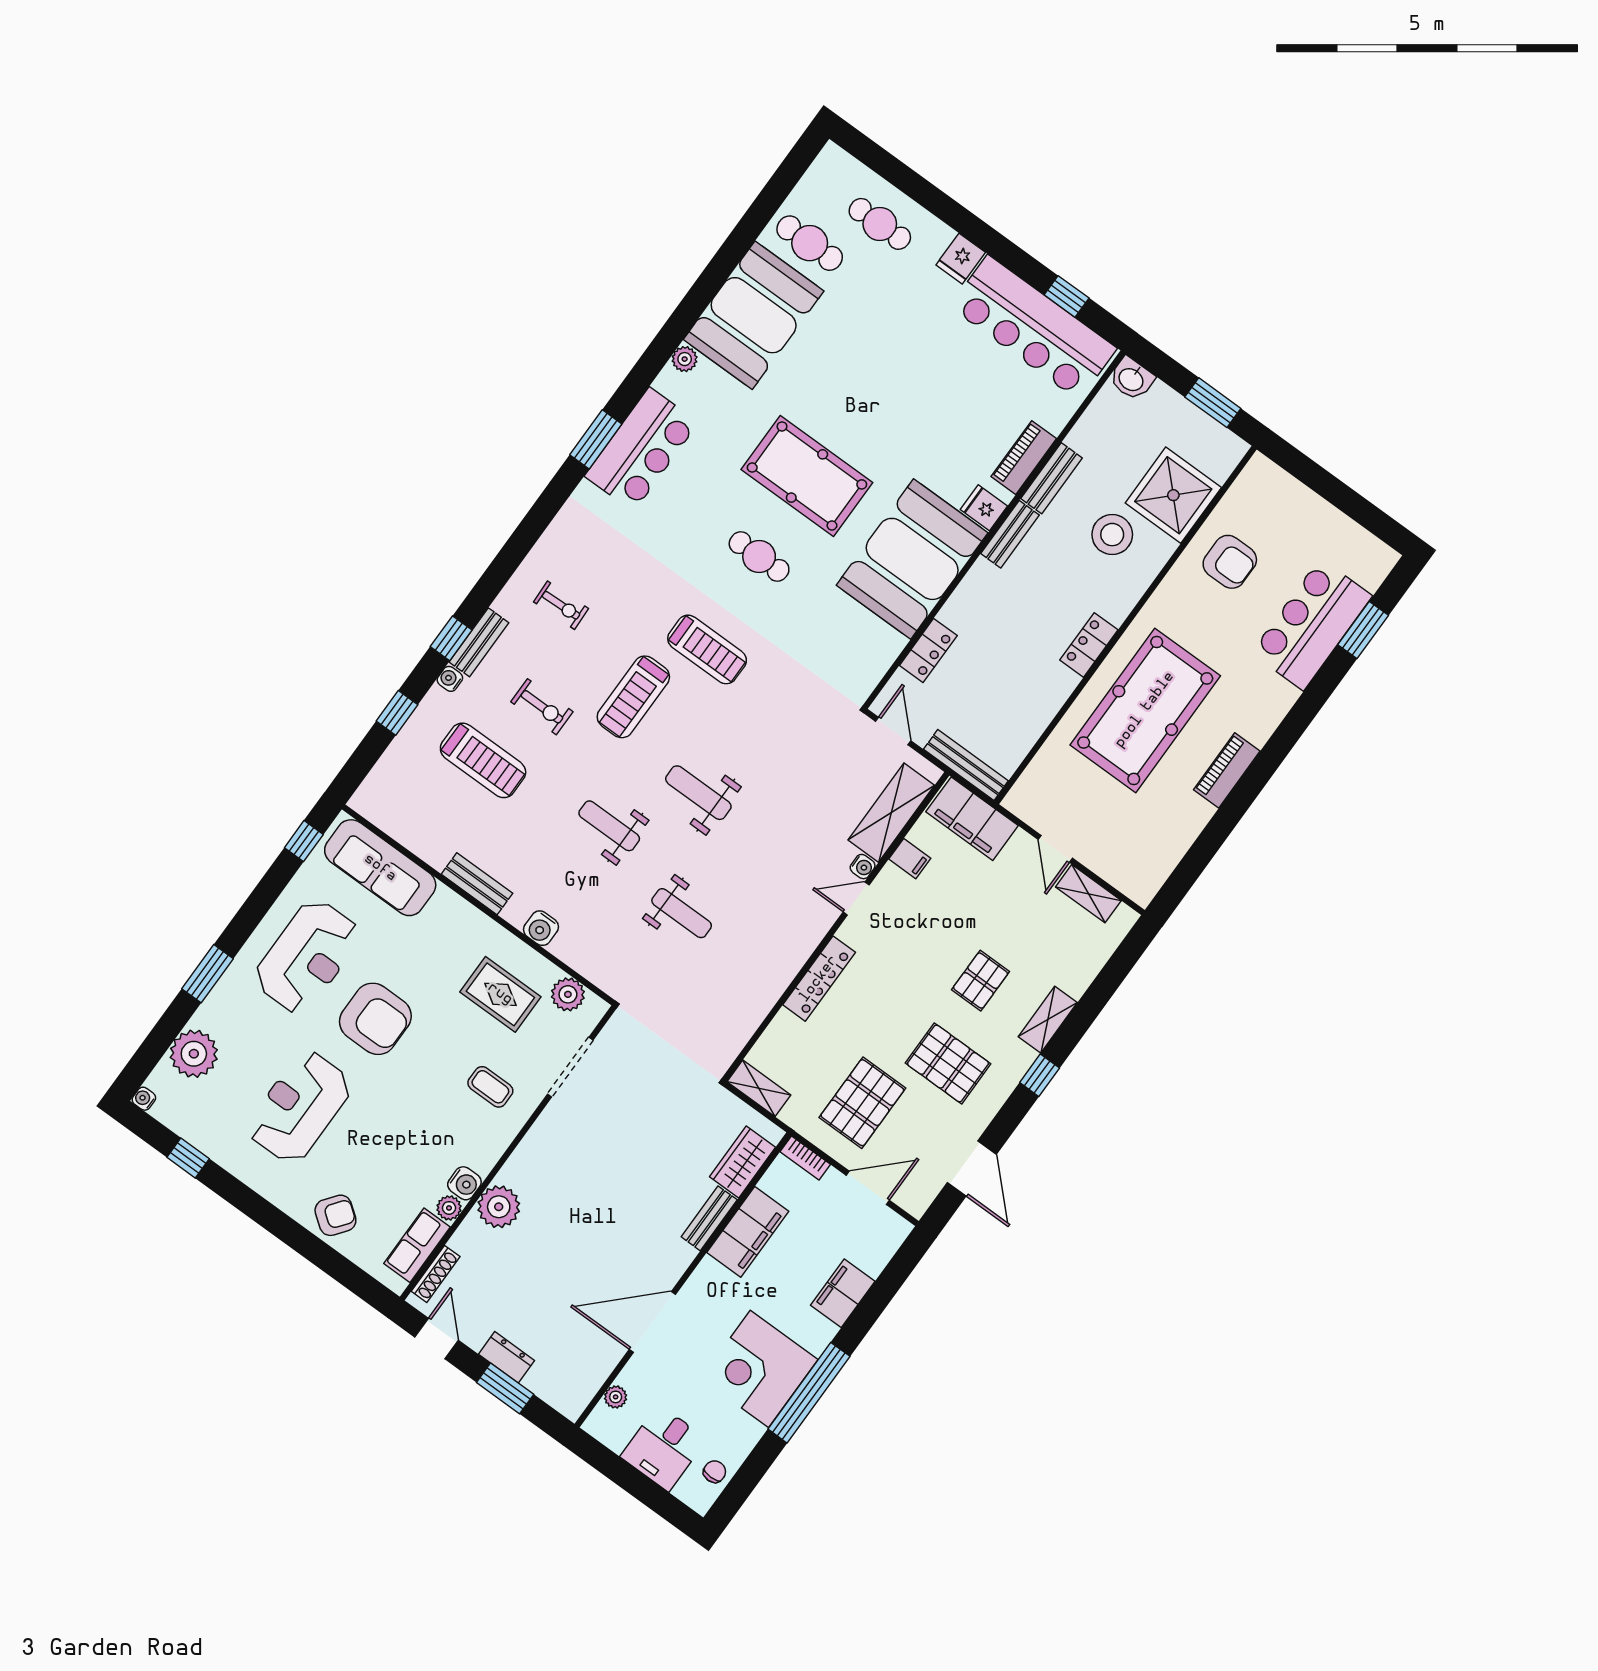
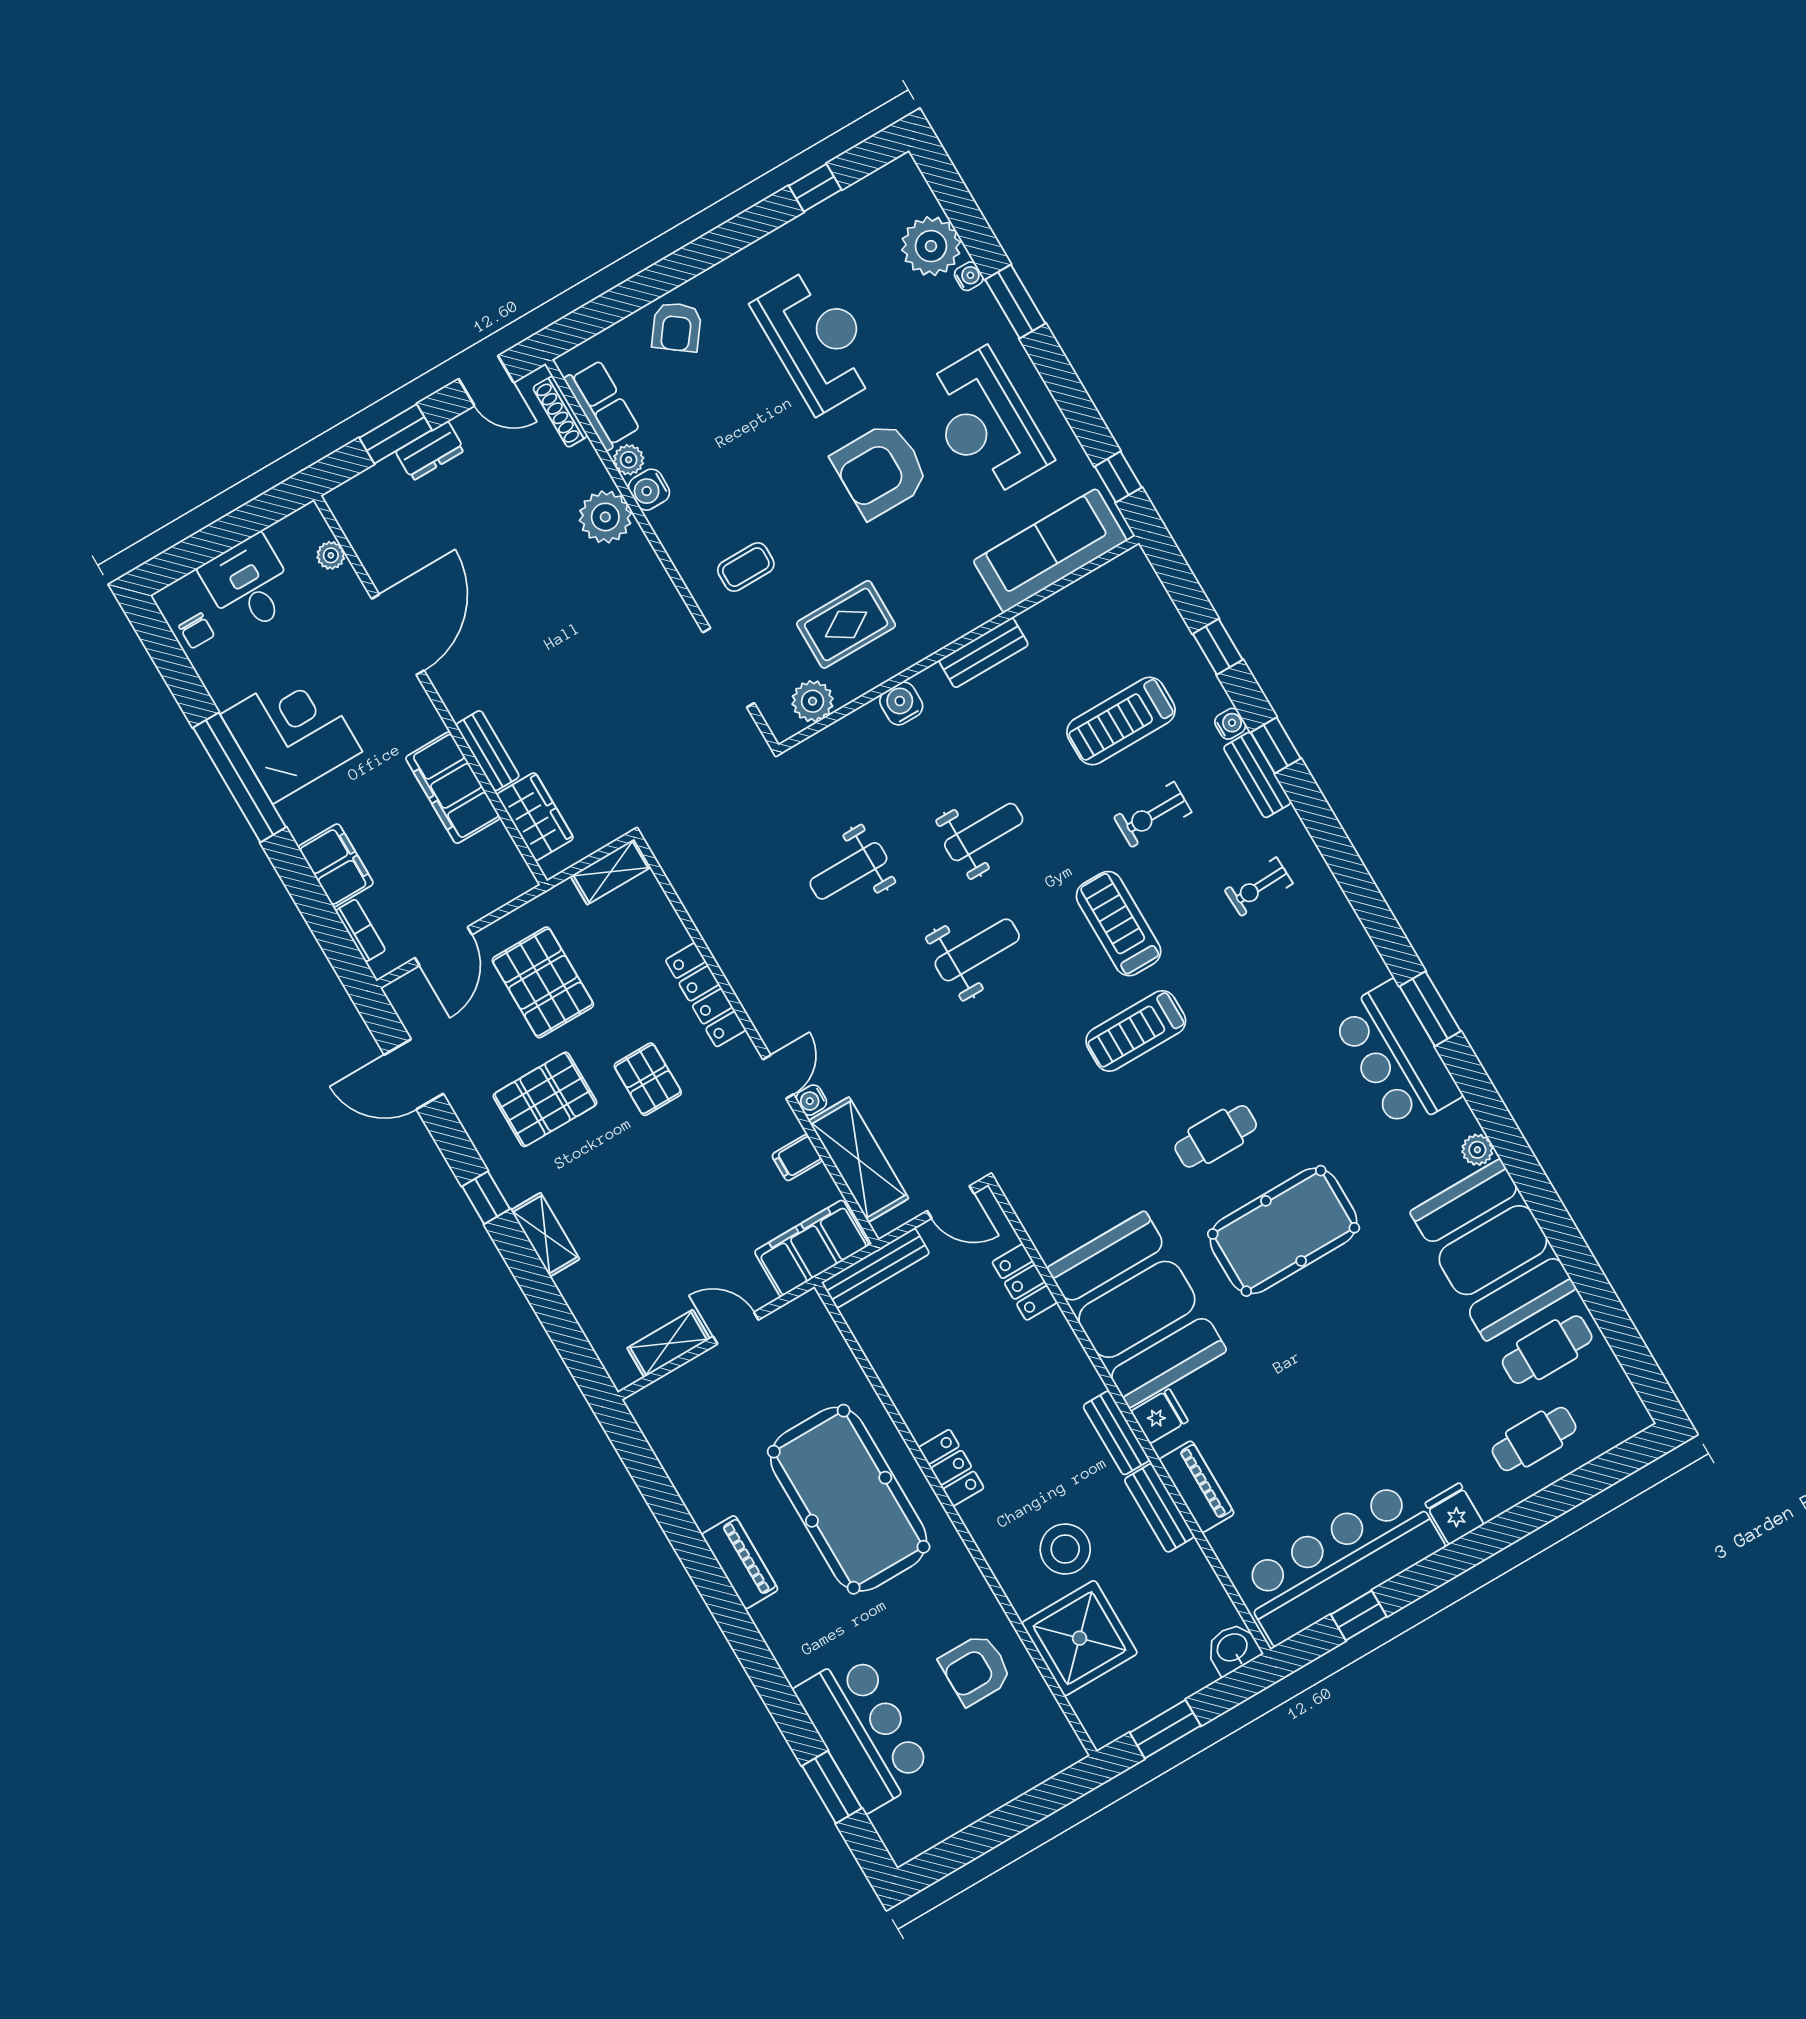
pallet: (980, 981) -> (648, 1079), moved
water cooler: (144, 1099) -> (969, 276), moved
bookcase: (805, 1158) -> (361, 930), moved, turned 90

